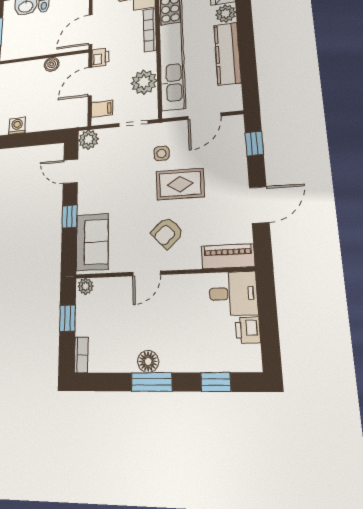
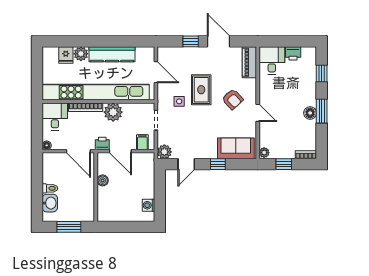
plant: (144, 82) -> (113, 112), moved
window: (254, 144) -> (191, 41), moved

